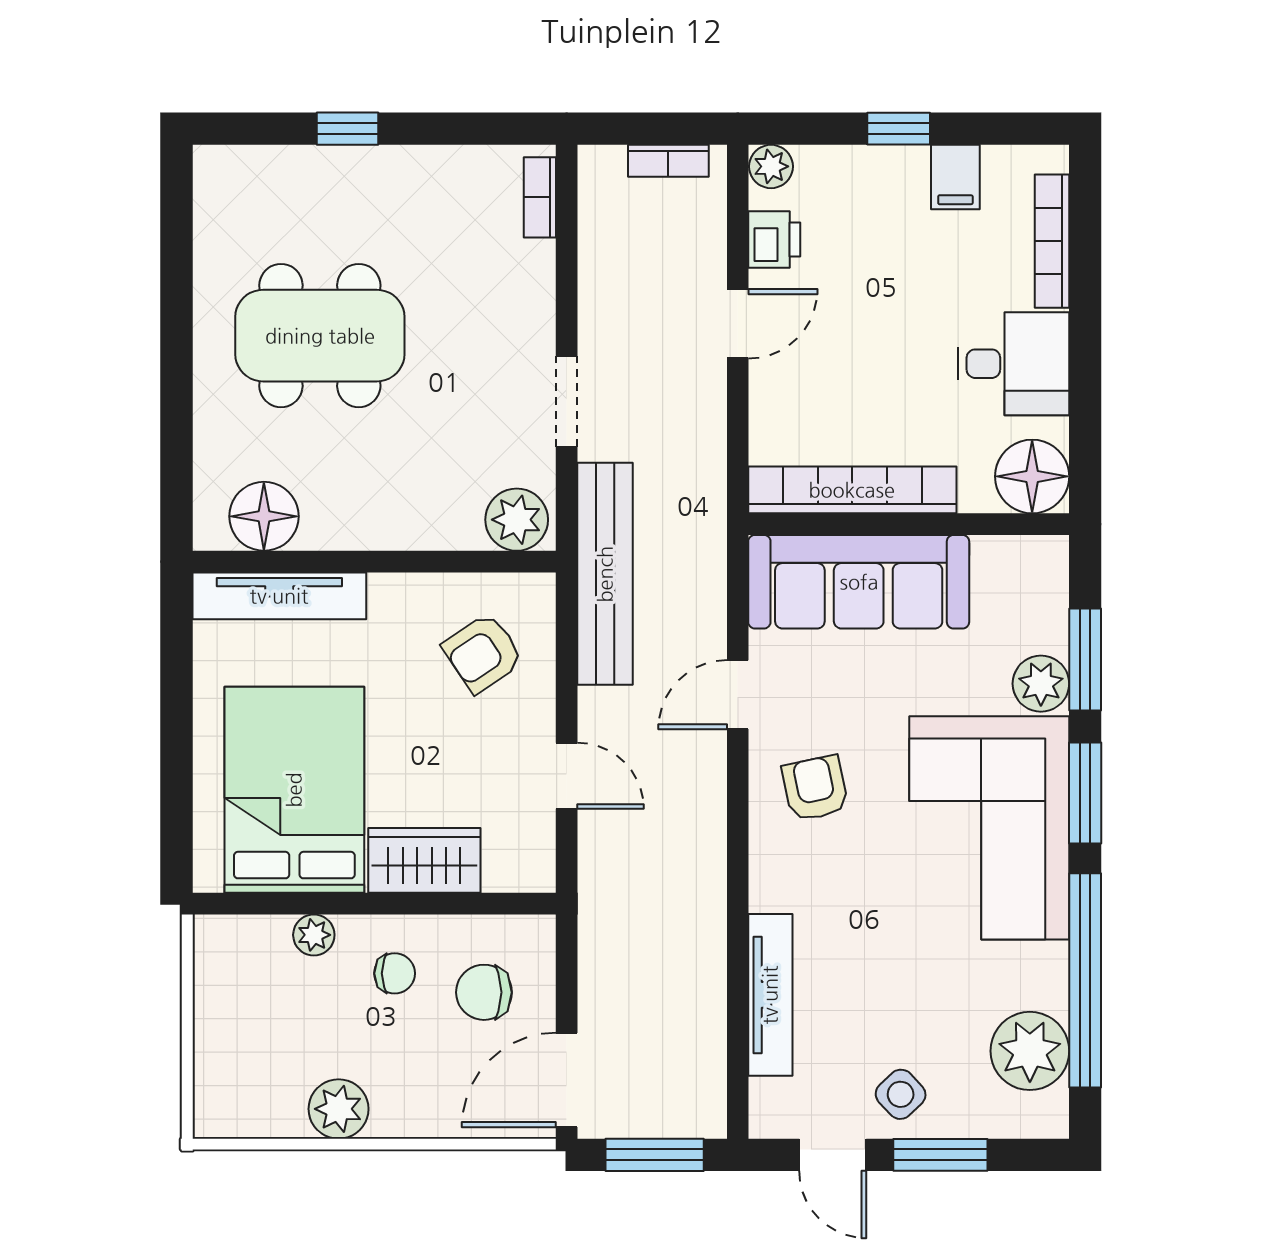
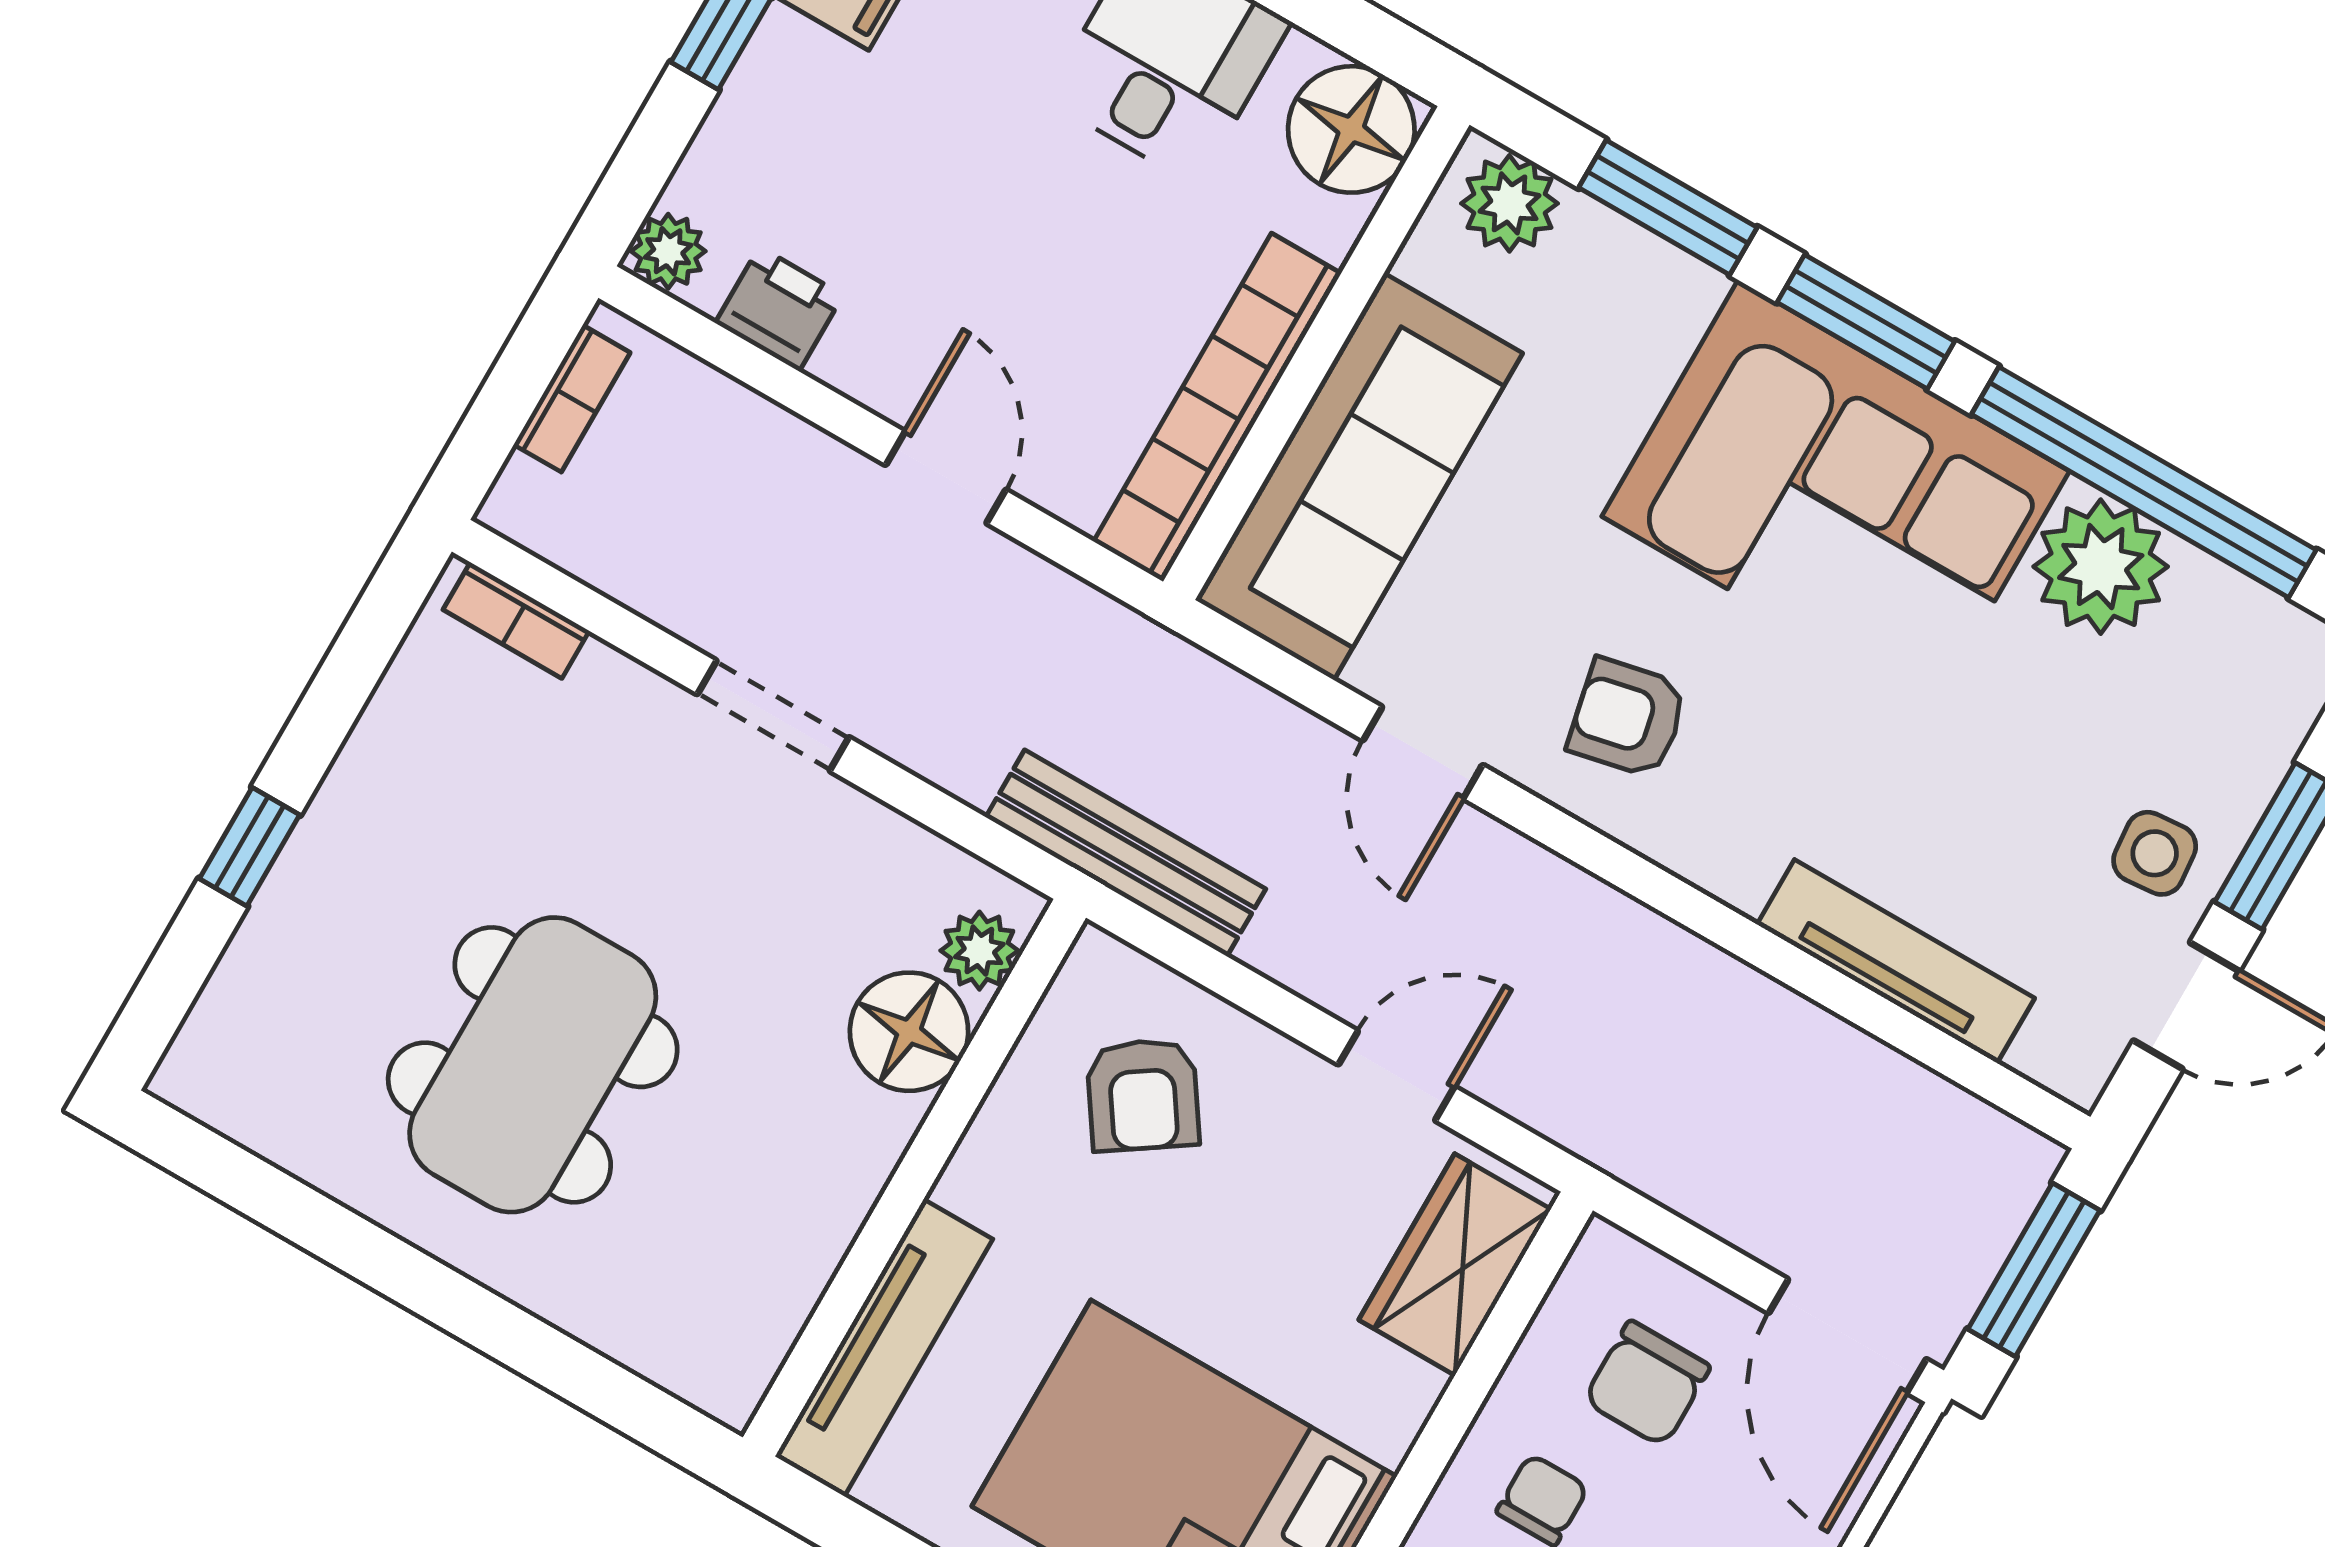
door: (738, 324) -> (946, 477), moved
doorway: (567, 401) -> (773, 716), moved
floor lamp: (264, 516) -> (909, 1032), moved
plant: (517, 520) -> (979, 951), width x0.73, depth x0.73
bench: (605, 574) -> (1126, 853), width x0.73, depth x0.82
plant: (1041, 684) -> (1509, 203), moved
wardrobe: (424, 860) -> (1455, 1265), moved
plant: (1030, 1051) -> (2101, 567), moved
side table: (901, 1094) -> (2155, 853), turned 38

